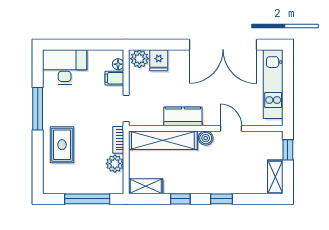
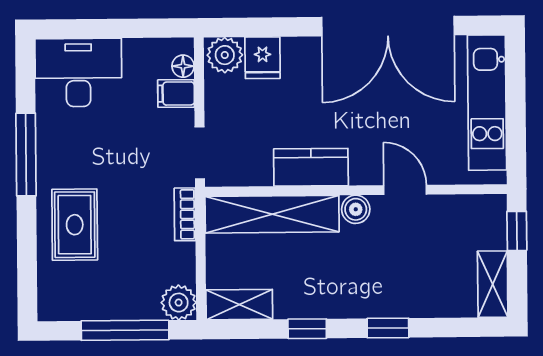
plant: (115, 164) -> (179, 303), moved

